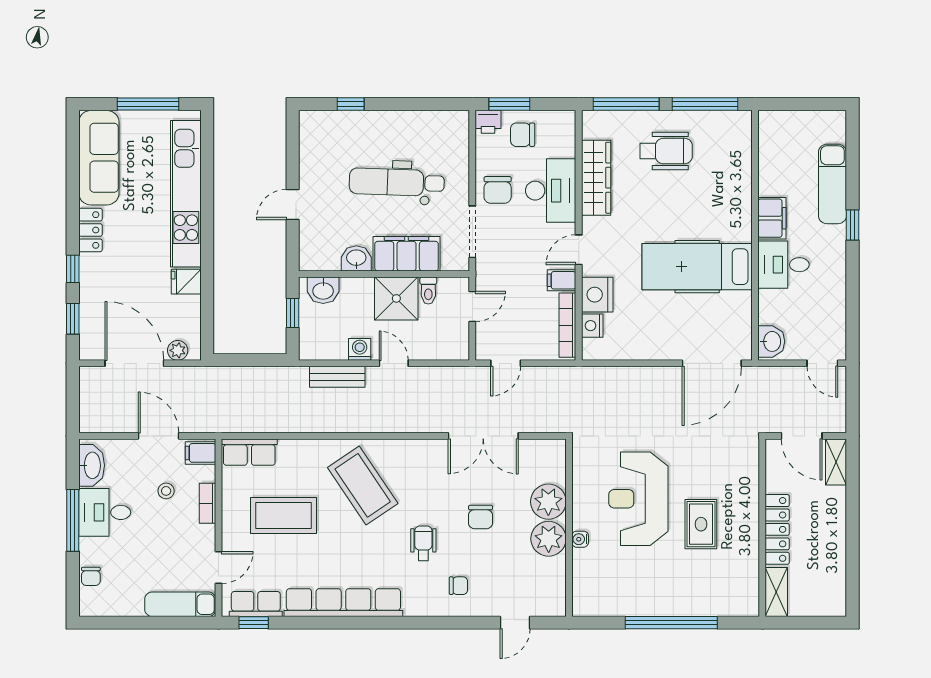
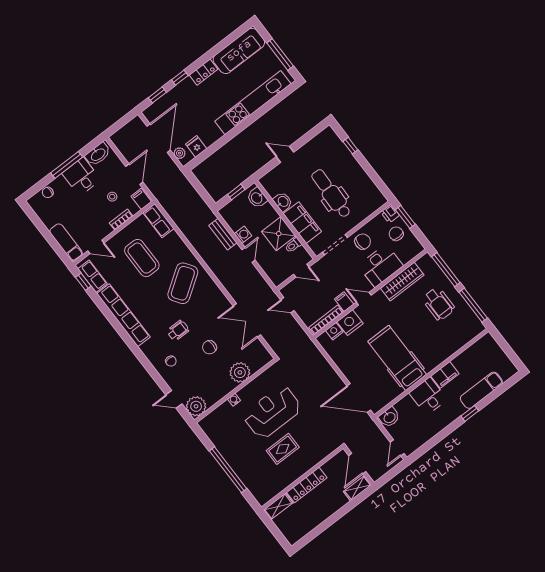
chair: (498, 190) -> (363, 242), turned 180
fridge: (186, 282) -> (196, 146), moved
plant: (549, 539) -> (196, 406), moved

